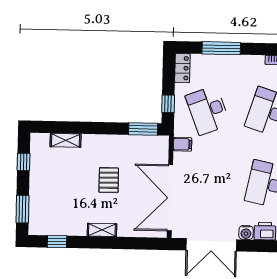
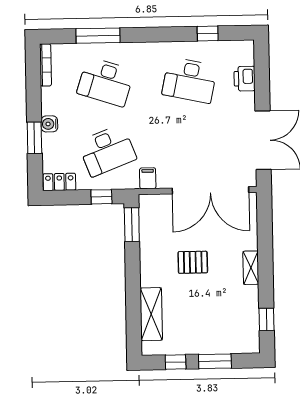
window: (221, 48) -> (34, 138), width x0.69
shelving: (66, 140) -> (151, 314), width x1.50, depth x1.33
window: (22, 209) -> (215, 361), moved
water cooler: (246, 232) -> (49, 124), moved, turned 180

